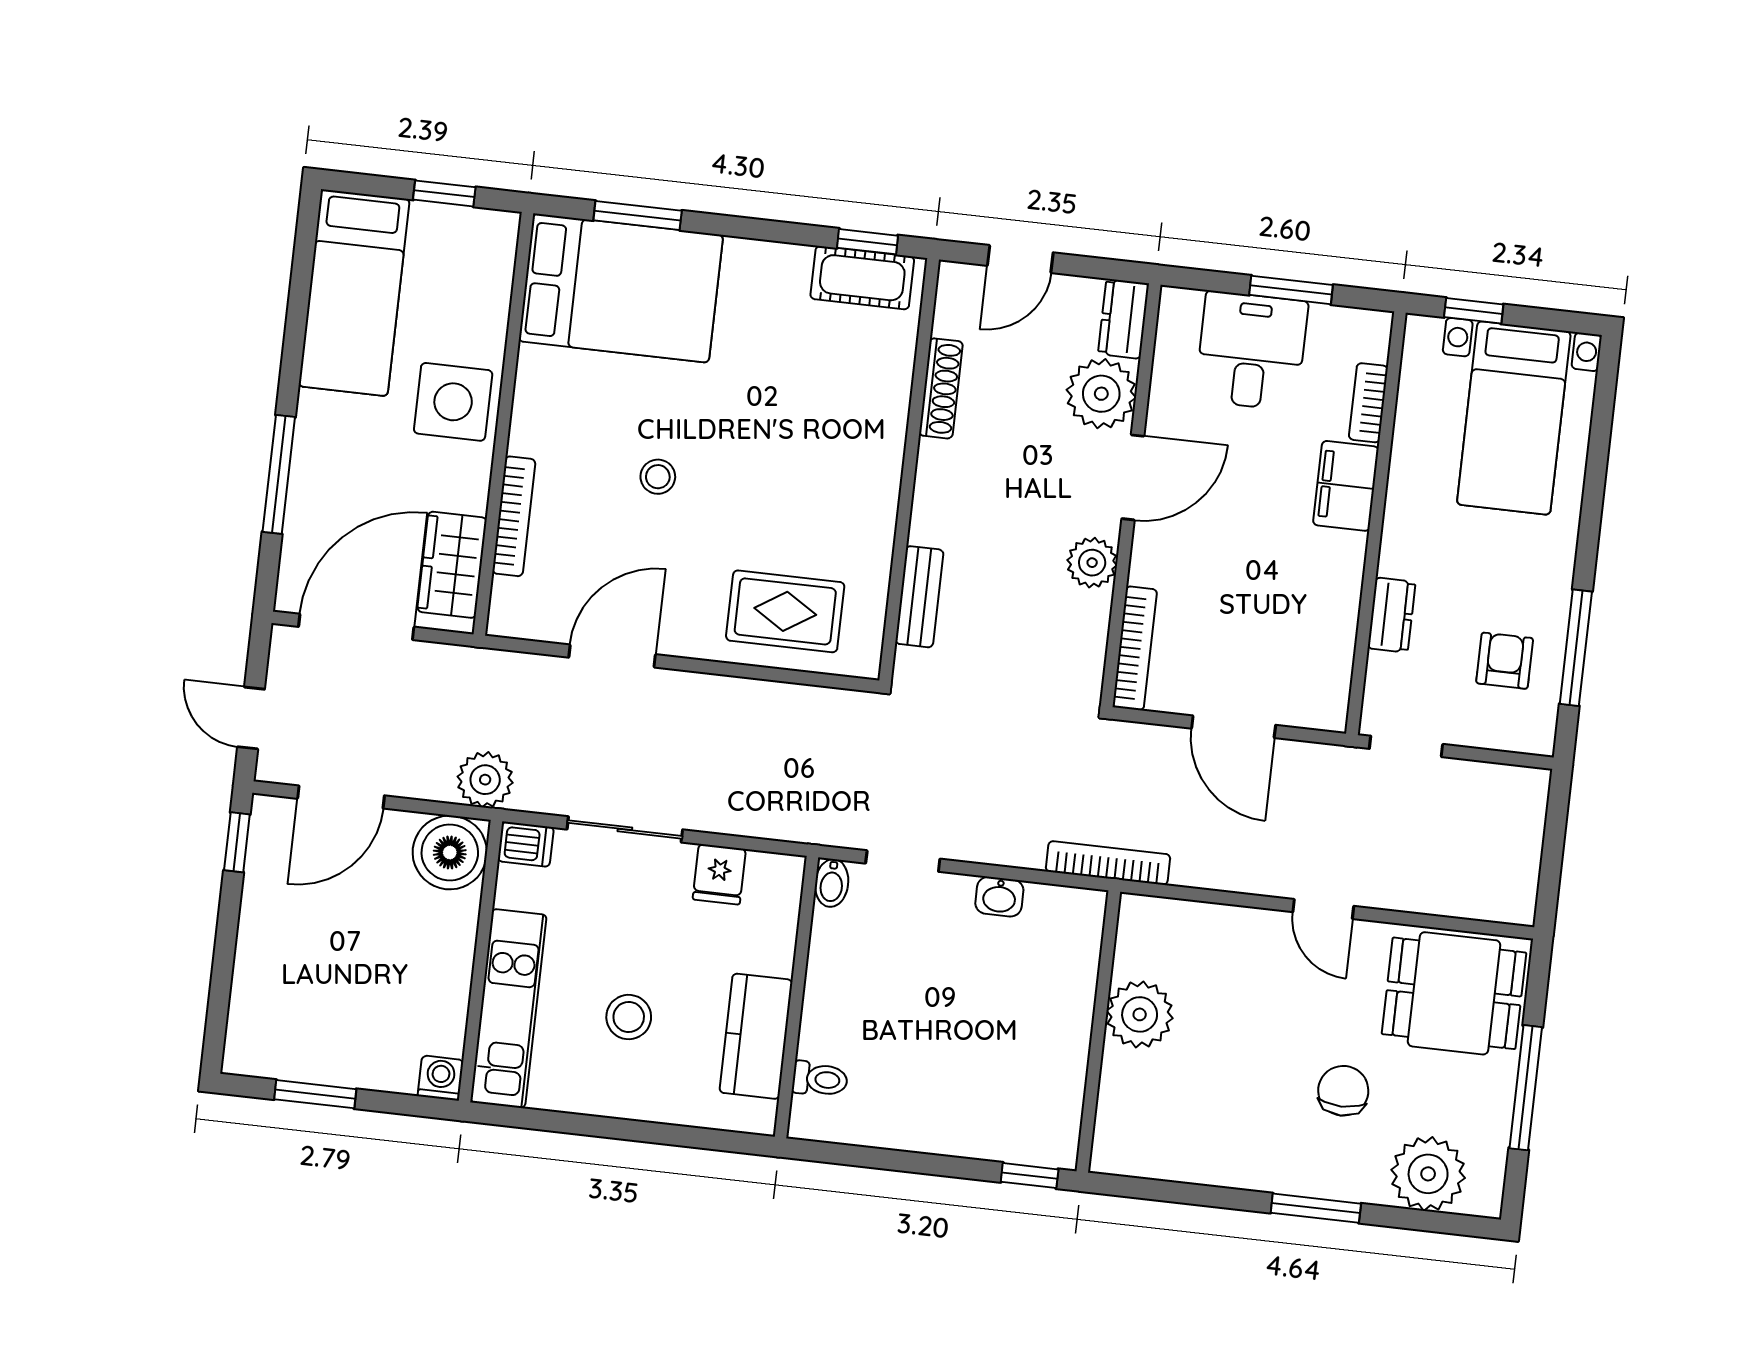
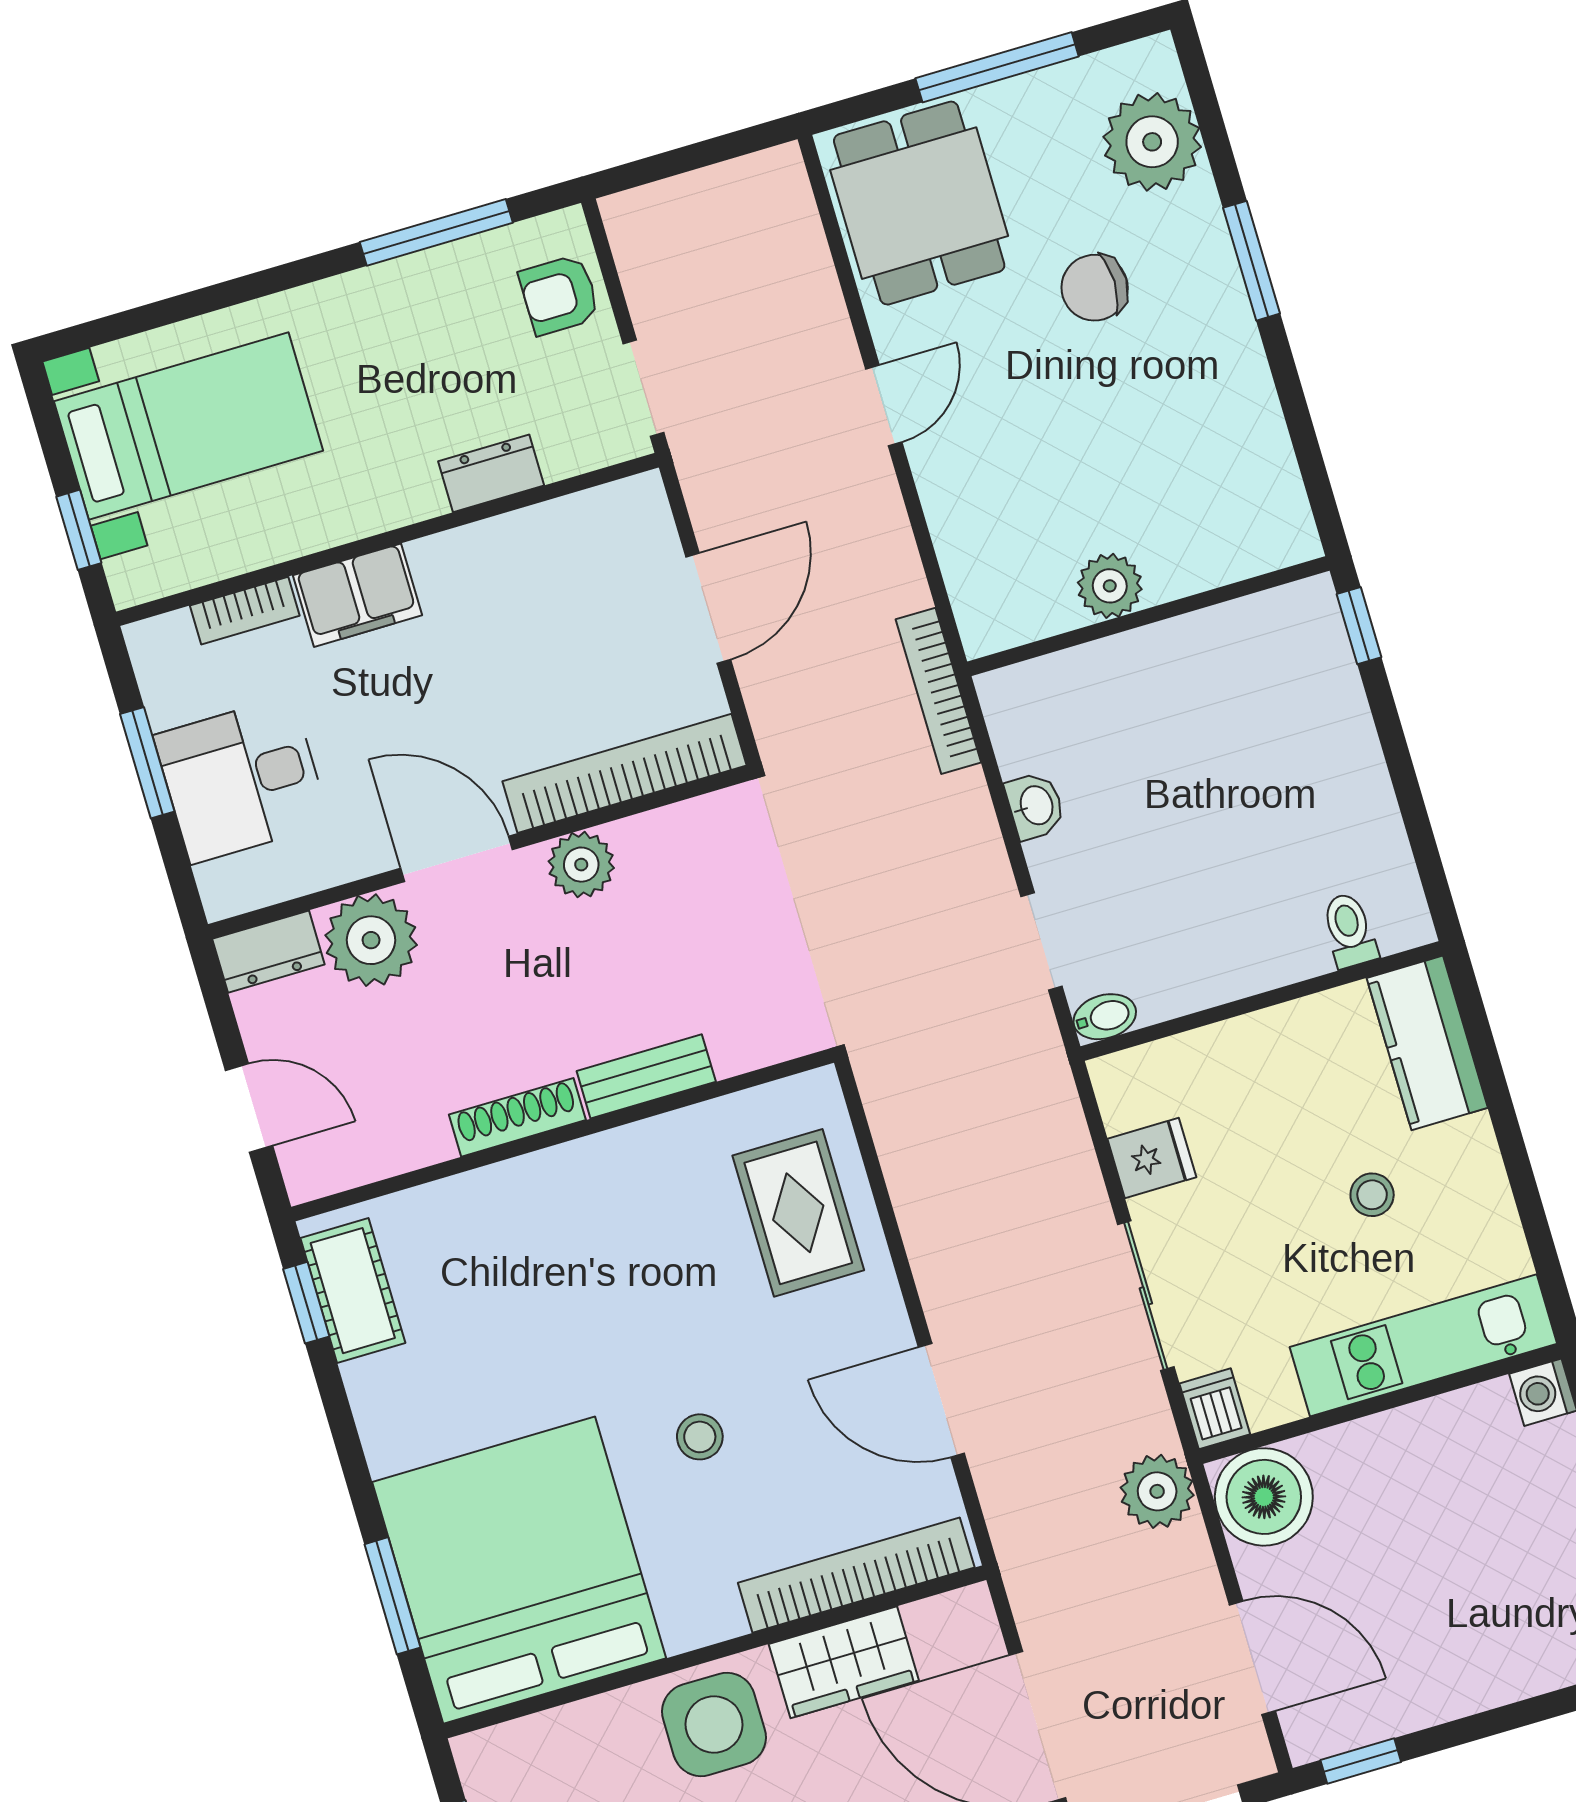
bed: (621, 288) -> (519, 1570), width x1.36
shoe rack: (941, 388) -> (517, 1117), moved
bookcase: (514, 516) -> (856, 1575), width x1.48, depth x1.31
wardrobe: (452, 565) -> (844, 1662), moved
bench: (919, 597) -> (646, 1076), moved
bookcase: (1135, 648) -> (625, 773), width x1.48, depth x1.31
armchair: (1505, 661) -> (559, 295), moved
plant: (1140, 1014) -> (1110, 586), width x0.73, depth x0.73
stool: (629, 1017) -> (1372, 1195), width x0.73, depth x0.73
kitchen counter: (756, 1036) -> (1427, 1043), moved, turned 90

